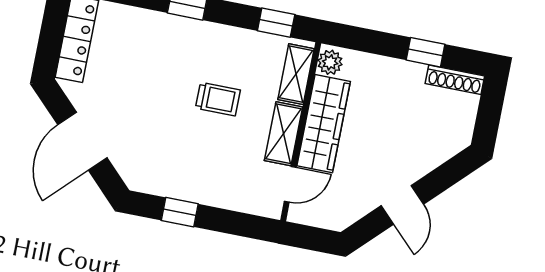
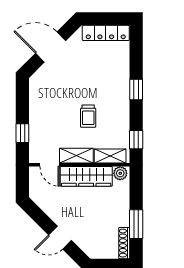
window: (425, 52) -> (136, 224), width x1.50
door: (402, 205) -> (60, 238), moved
window: (180, 212) -> (22, 133), moved

